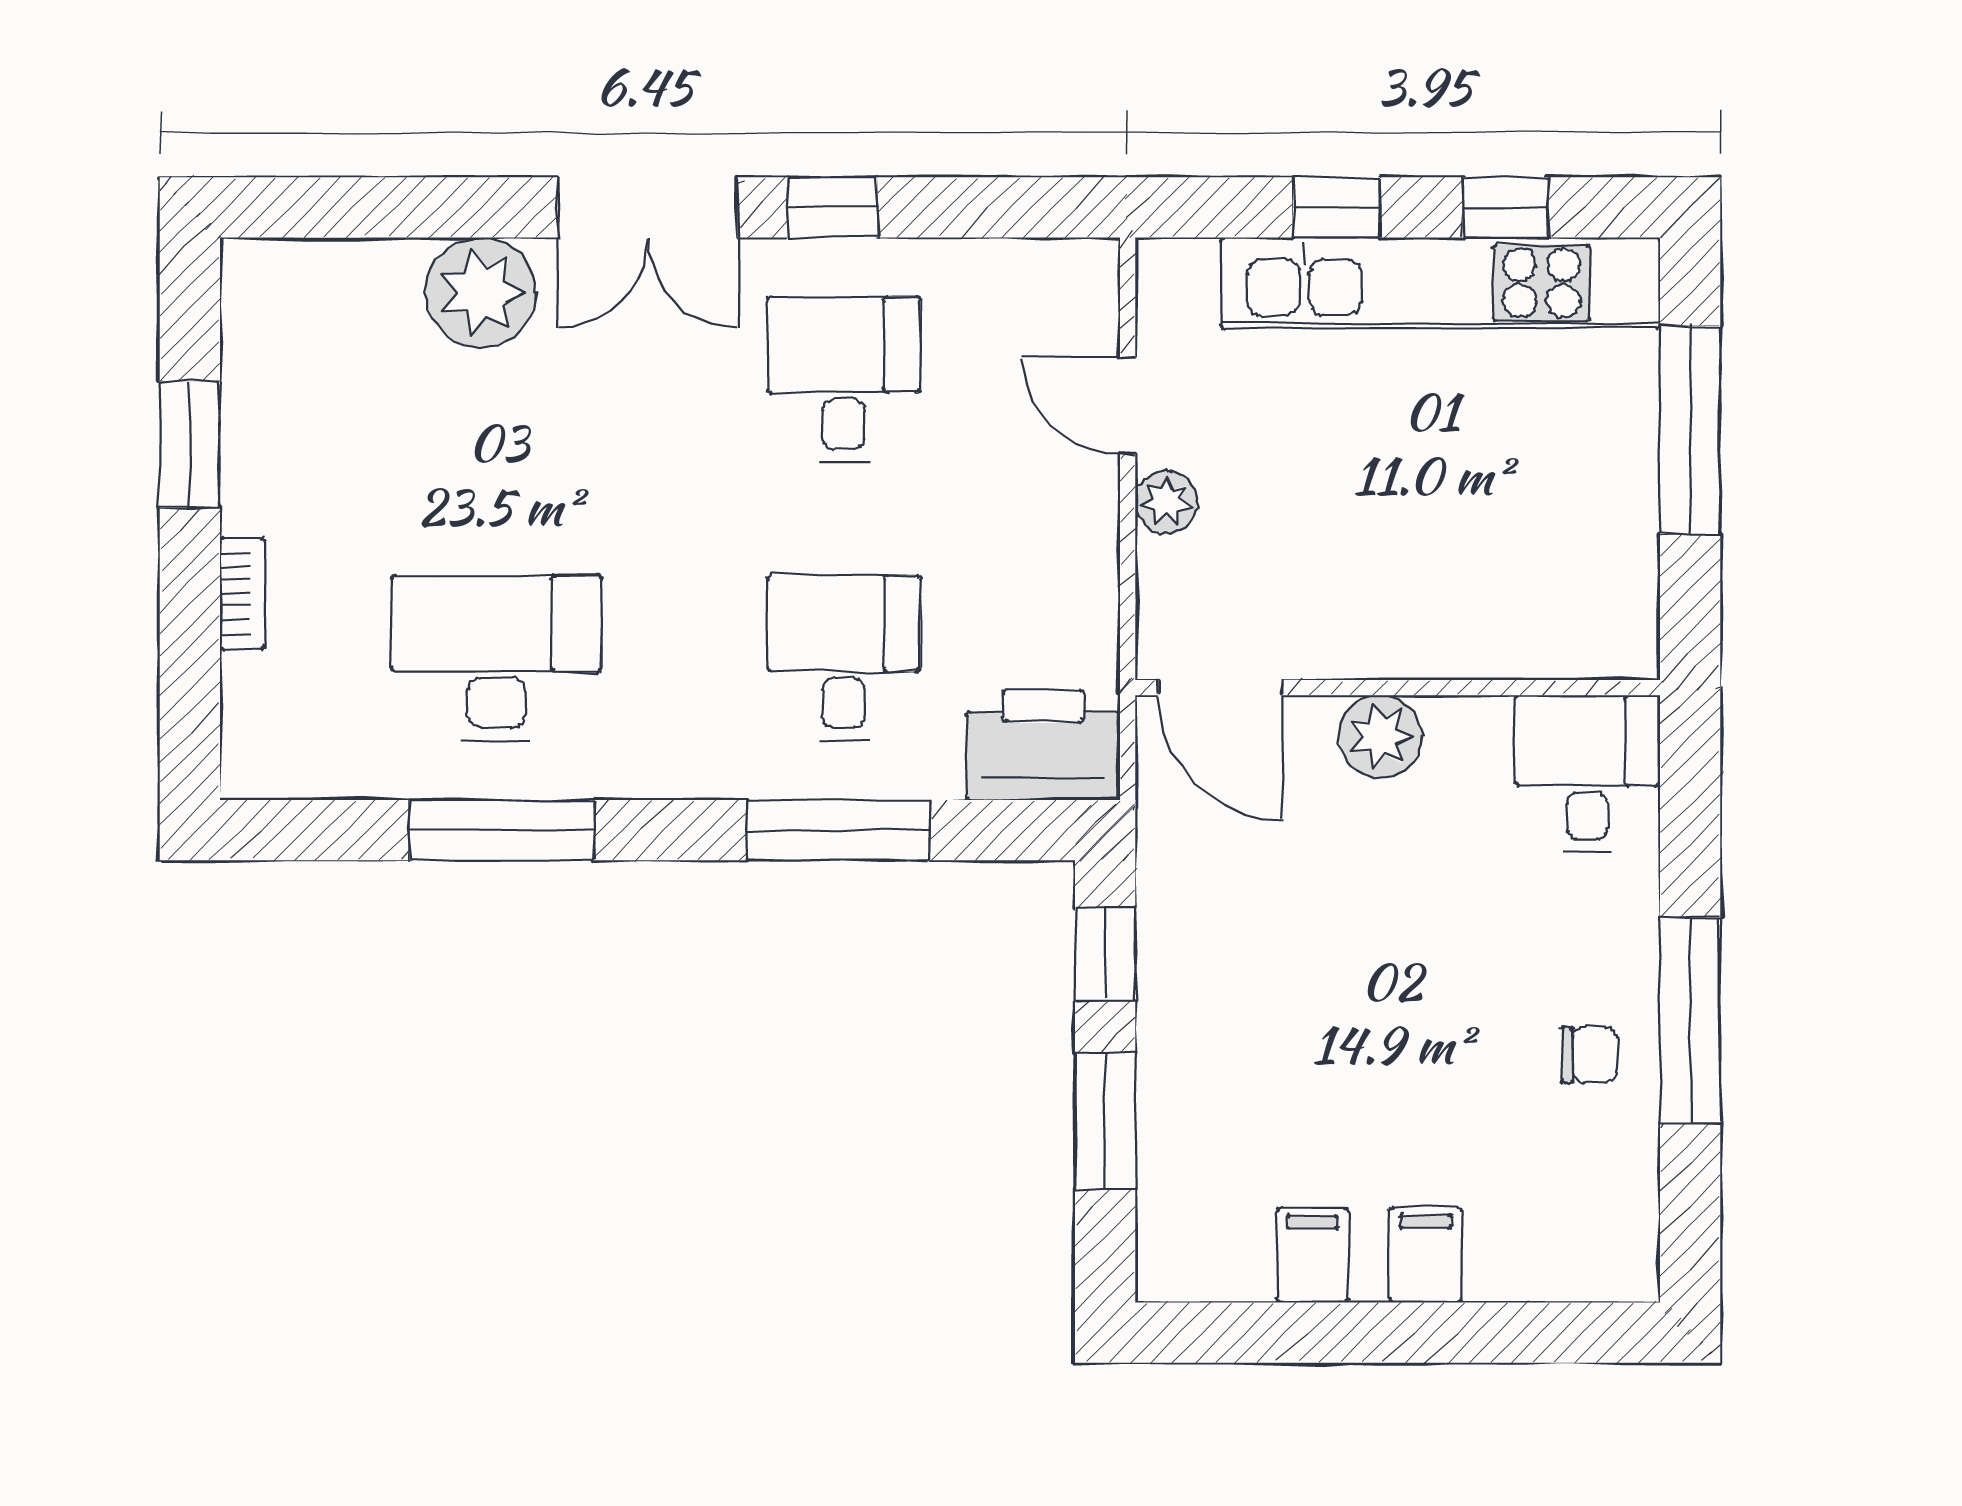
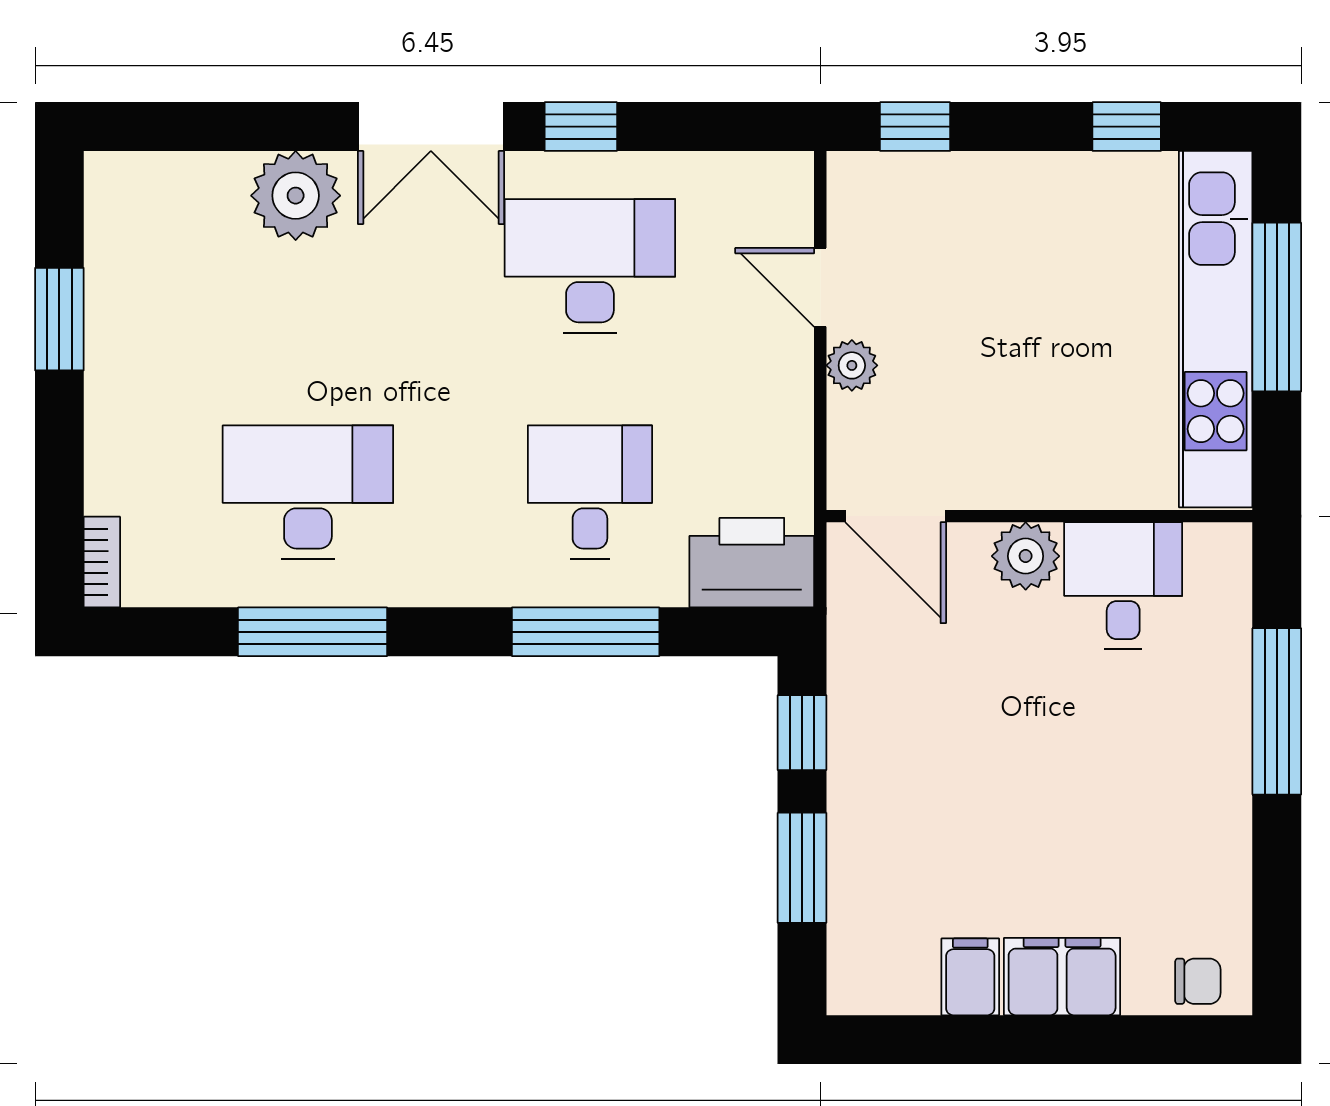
window: (1336, 207) -> (915, 127), moved
kitchen unit: (1440, 283) -> (1216, 329), moved, turned 90
desk: (844, 379) -> (590, 266), width x1.37
bookcase: (242, 594) -> (102, 562), moved
desk: (1587, 773) -> (1123, 586), moved
window: (1690, 1020) -> (1277, 711), moved
chair: (1590, 1055) -> (1198, 981), moved
filing cabinet: (1425, 1255) -> (1062, 977), width x2.00

